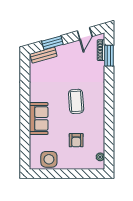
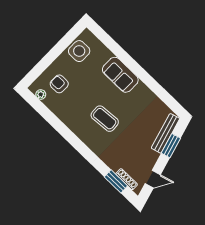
door: (85, 34) -> (153, 179), swing flipped
bench: (43, 55) -> (165, 133), width x1.36
armchair: (76, 140) -> (59, 84), moved

